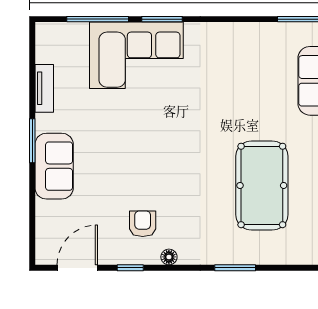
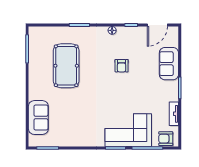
armchair: (61, 38) -> (166, 139), added
sofa: (54, 166) -> (169, 64), moved
armchair: (143, 224) -> (122, 66), moved

